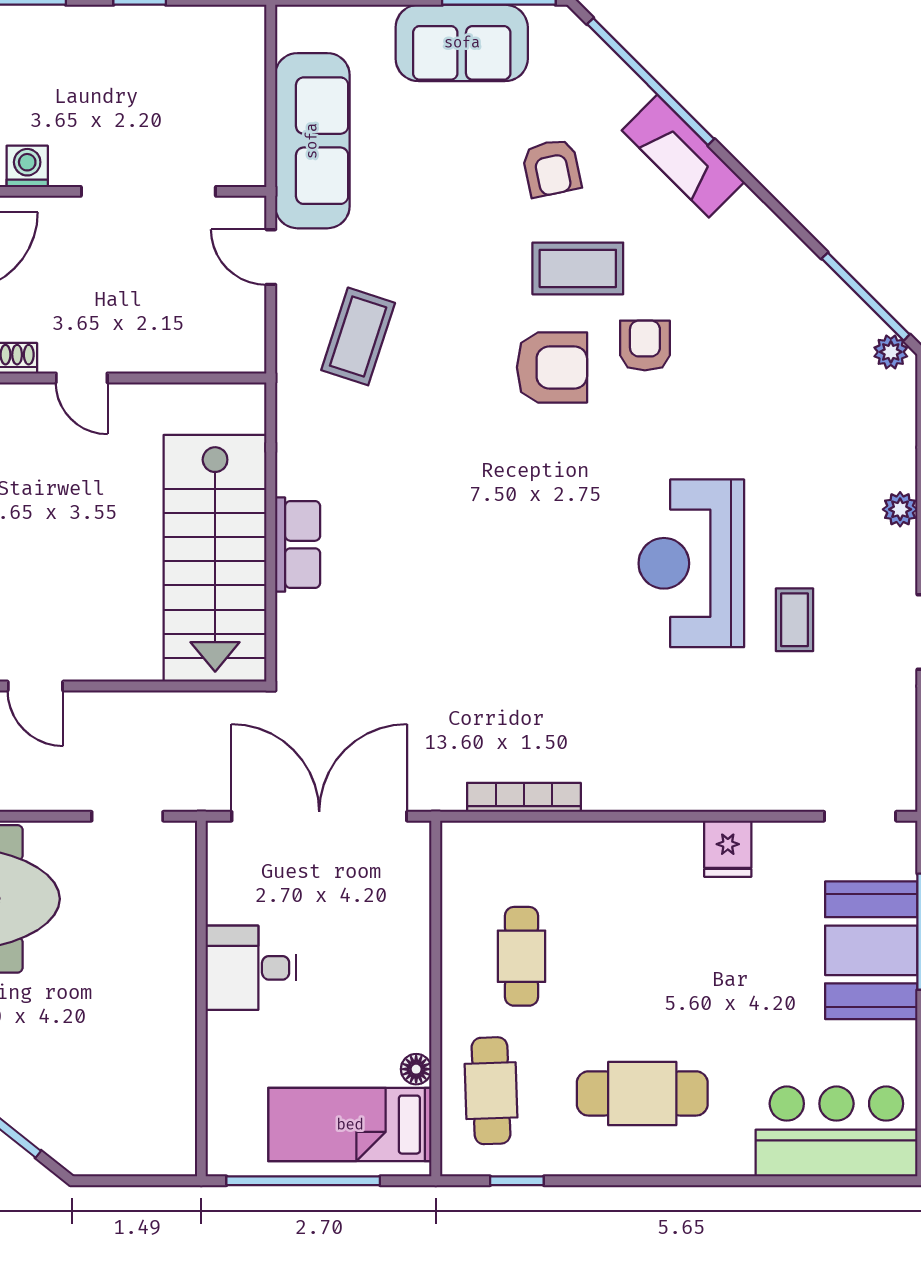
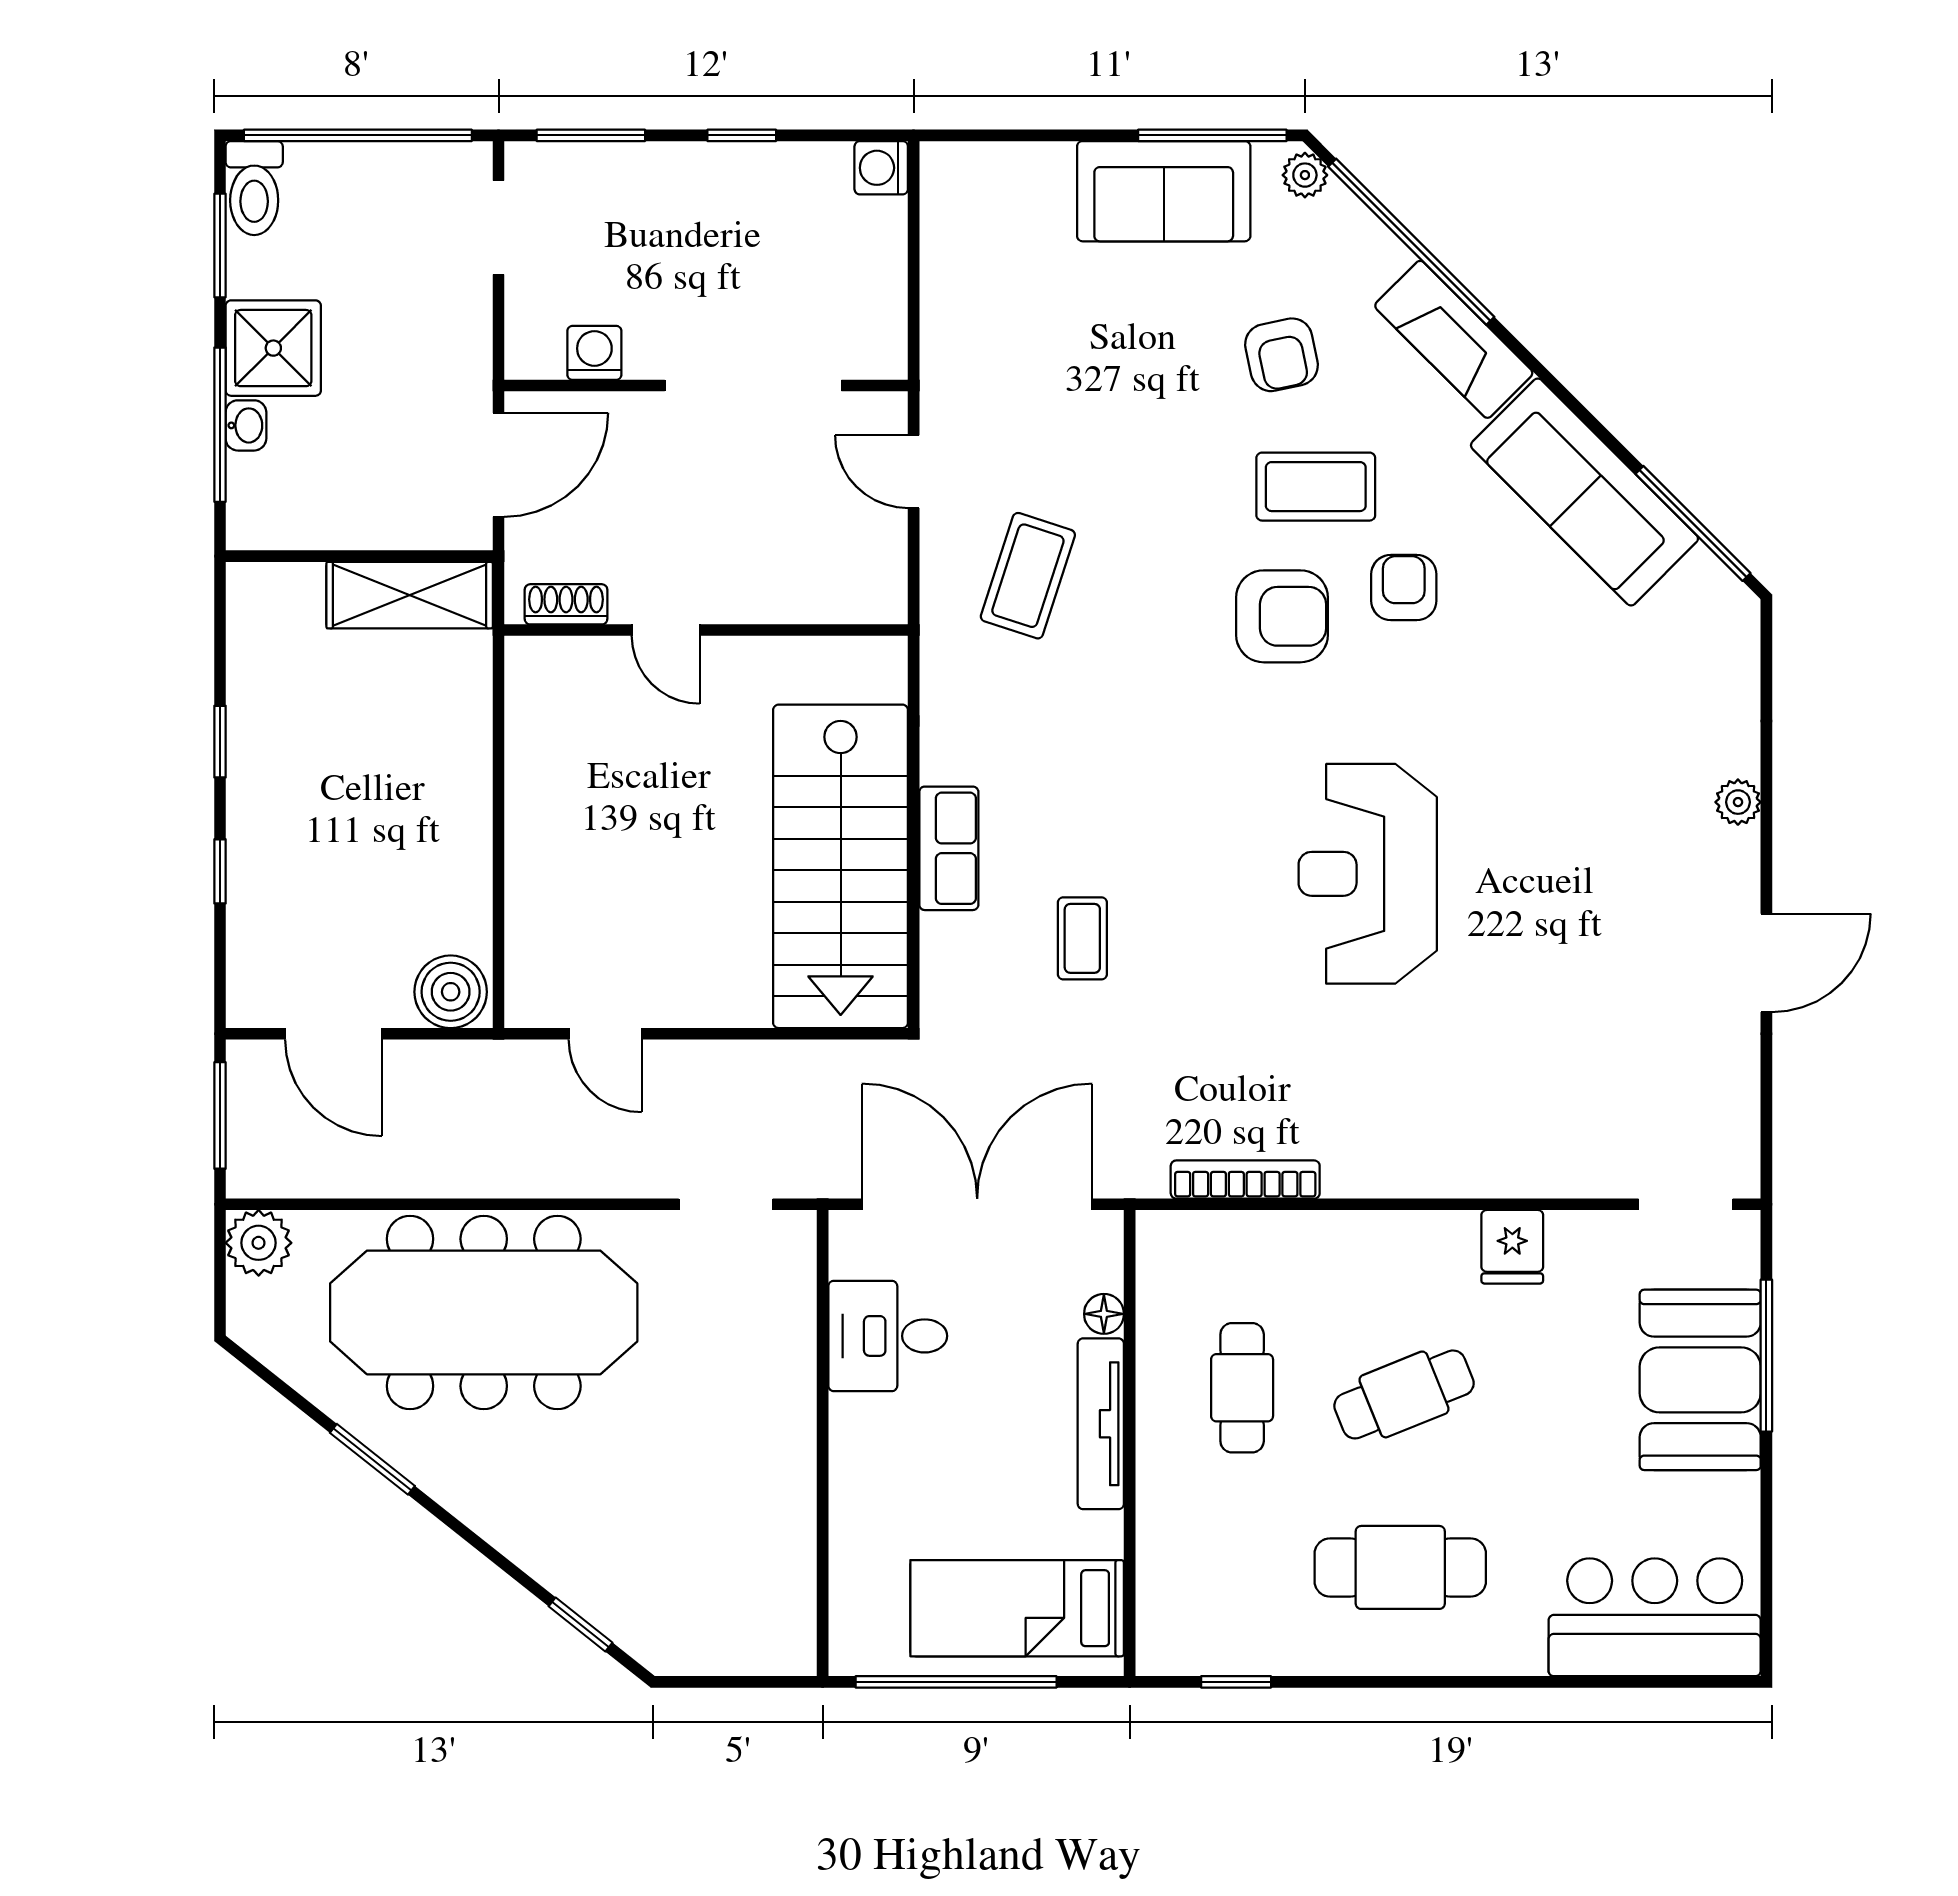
washing machine: (246, 25) -> (881, 168), added
sofa: (312, 141) -> (1584, 492), moved, turned 135
plant: (891, 352) -> (1305, 175), moved
reception desk: (691, 563) -> (1368, 874), moved
coffee table: (795, 620) -> (1082, 938), moved
desk: (251, 968) -> (888, 1336), moved
tv unit: (414, 984) -> (1101, 1424), added
floor lamp: (416, 1069) -> (1104, 1314), moved
cafe table: (491, 1091) -> (1404, 1394), moved, turned 70

